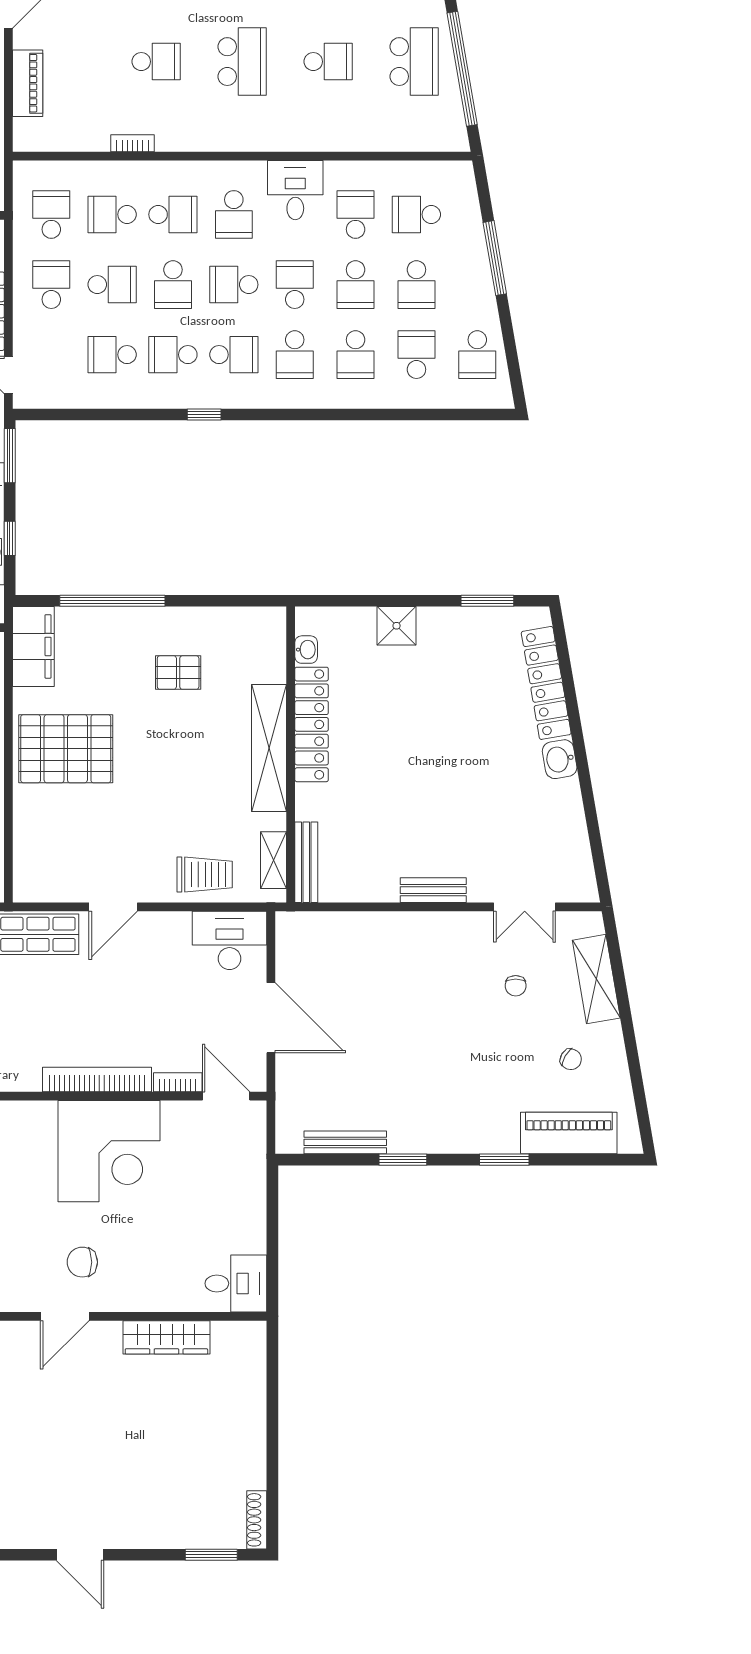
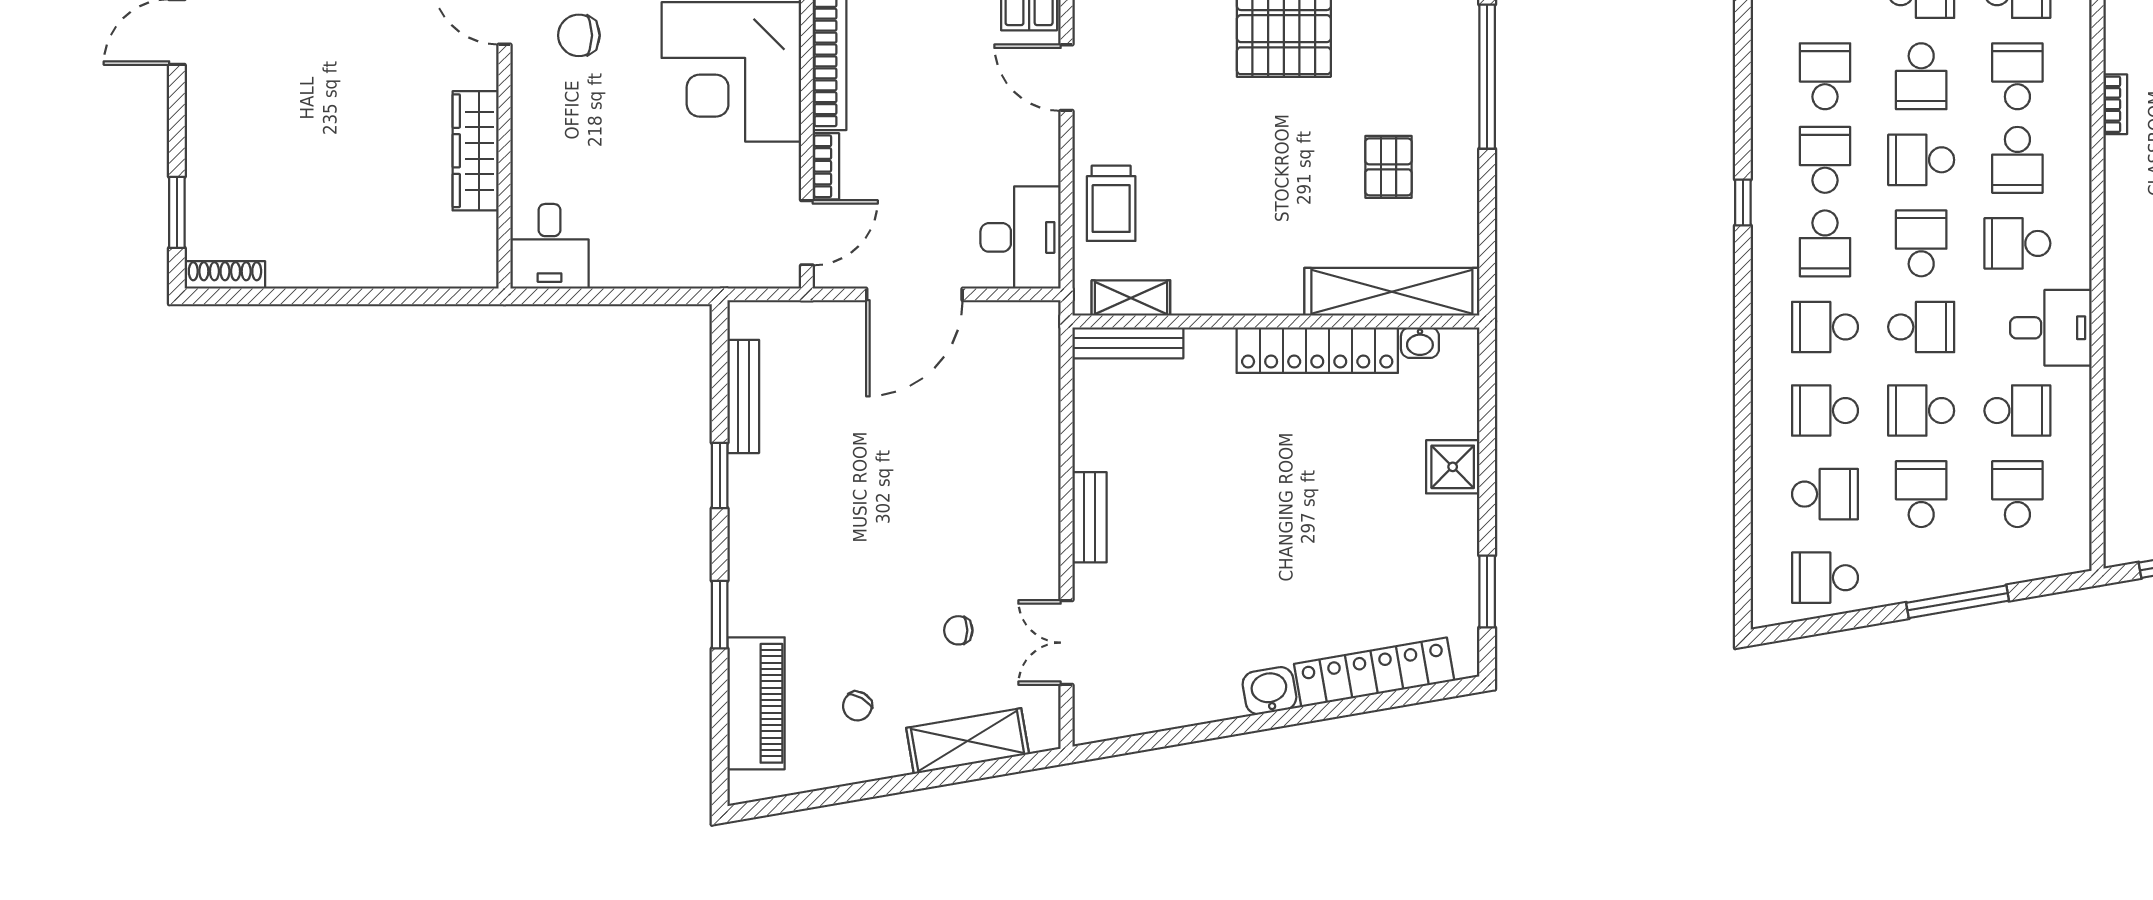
school desk: (416, 285) -> (1921, 494), turned 90
shelving: (269, 748) -> (1392, 292), moved
chair: (82, 1262) -> (579, 35), turned -90

